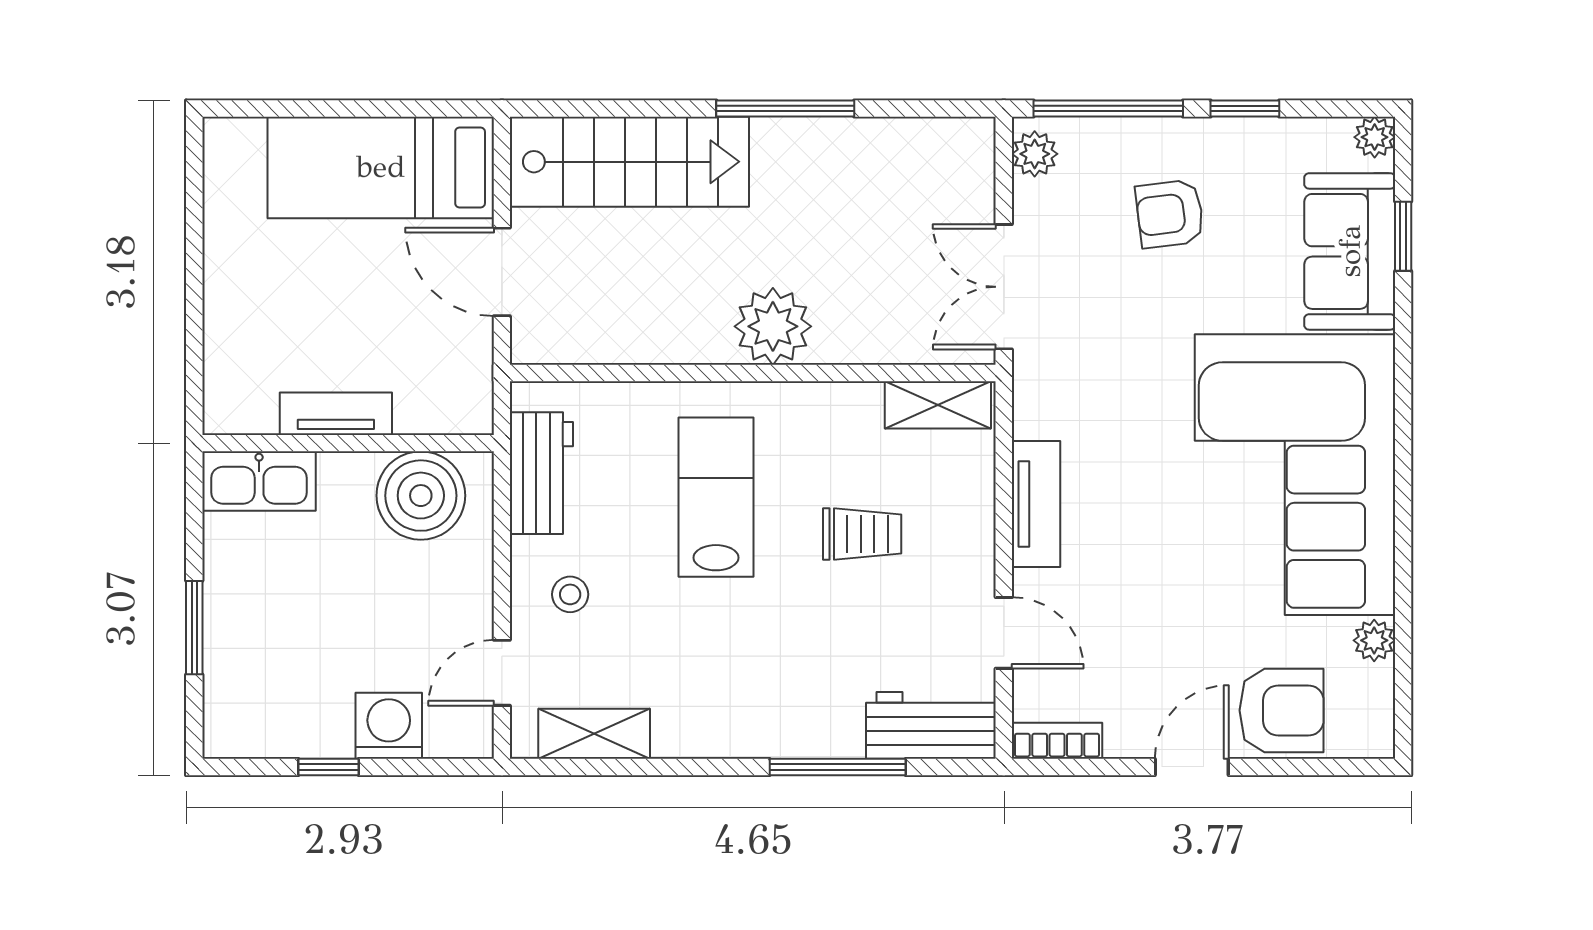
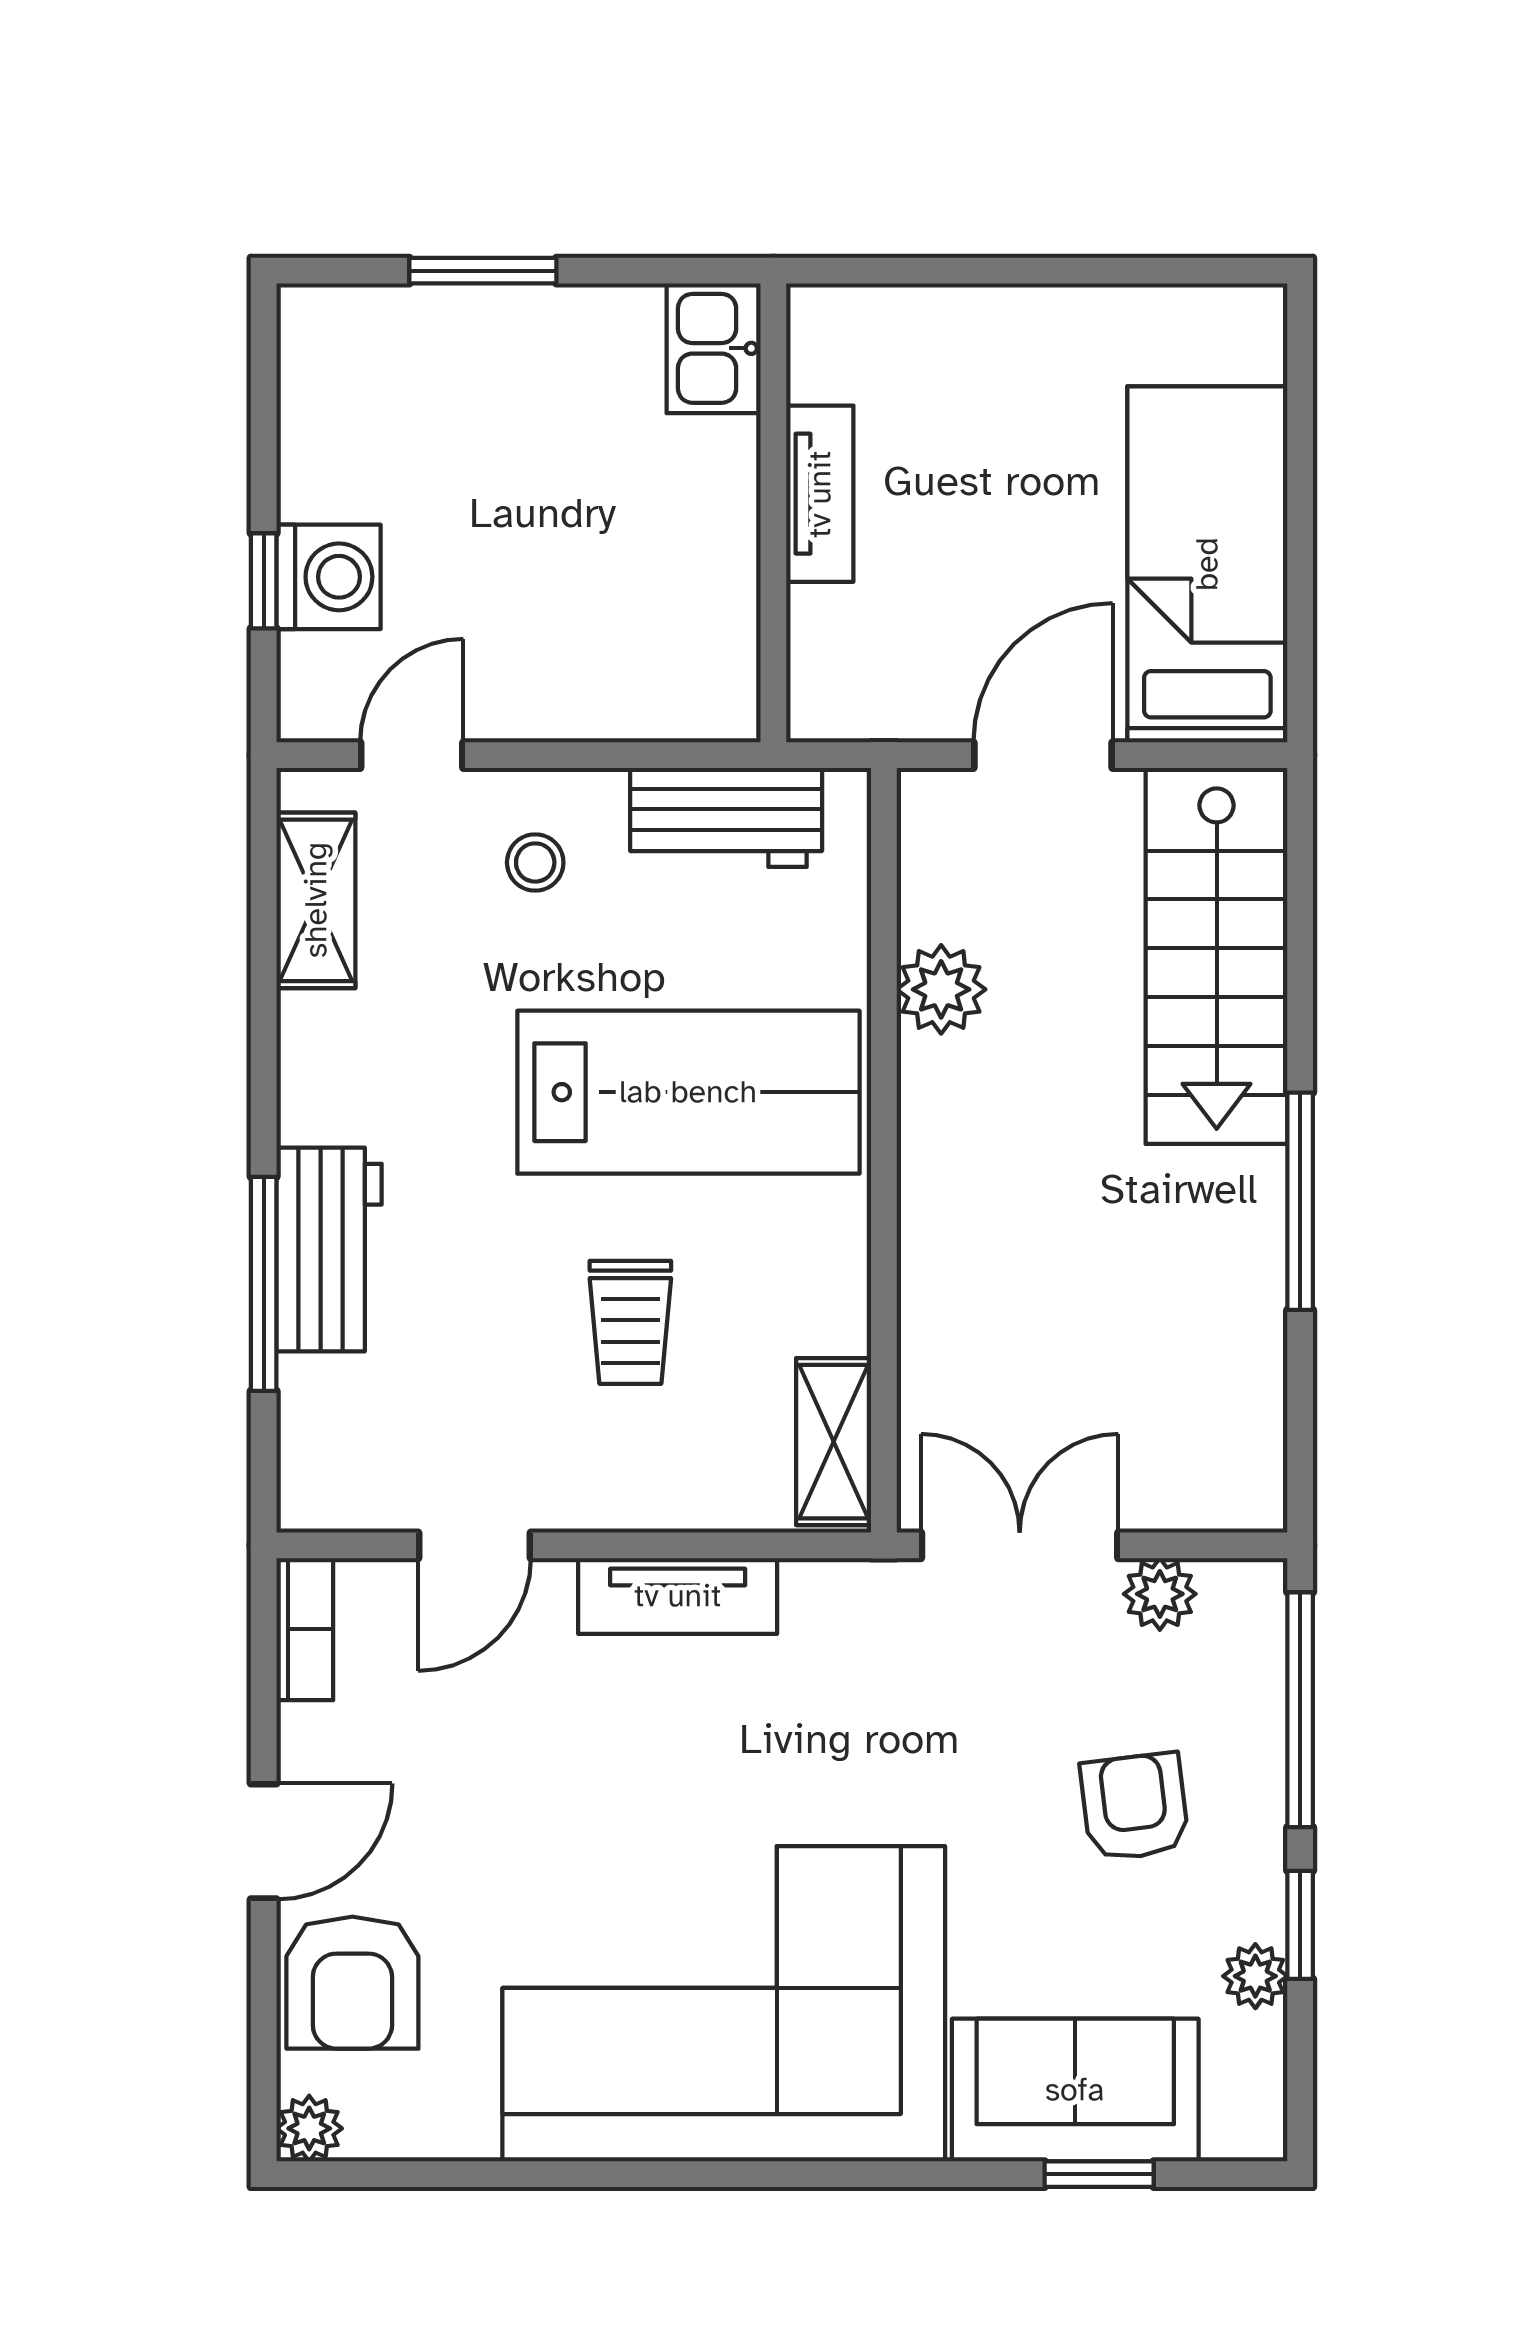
plant: (1375, 137) -> (1255, 1976), moved
plant: (1035, 154) -> (1160, 1594), moved
plant: (773, 326) -> (941, 989), moved, width x0.73, depth x0.73
kitchen sink: (259, 481) -> (714, 348), width x0.73
boiler: (421, 496) -> (691, 627), removed
lab bench: (716, 497) -> (688, 1092), width x1.36, depth x1.39
plant: (1374, 640) -> (309, 2128), moved
door: (502, 673) -> (412, 755), hinge flipped
workbench: (931, 725) -> (329, 1249), moved
window: (329, 767) -> (264, 581), moved
door: (1192, 767) -> (264, 1841), hinge flipped

